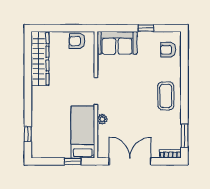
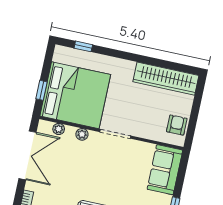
bed: (83, 132) -> (75, 95), width x2.04
plant: (102, 140) -> (59, 129), added

